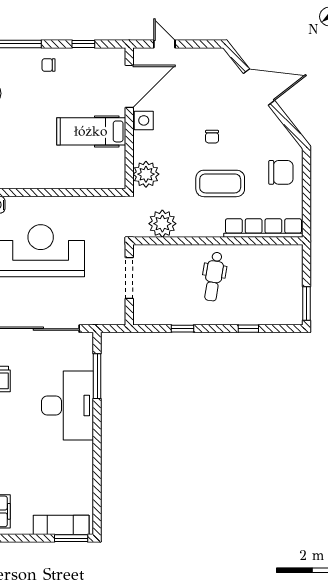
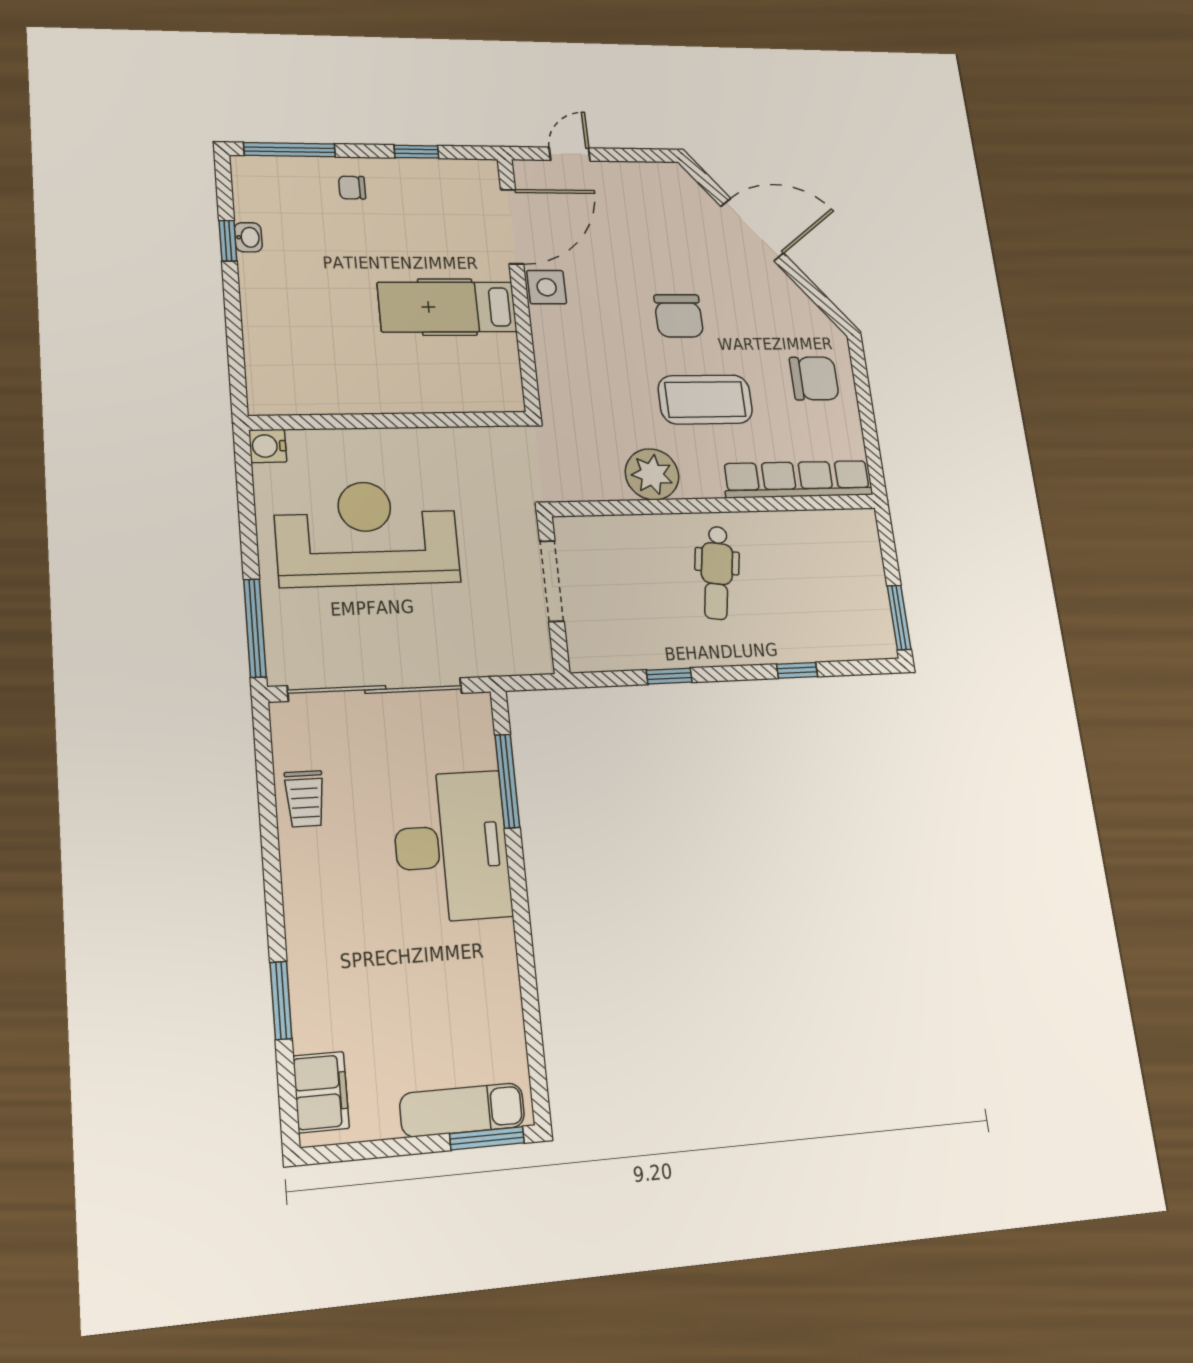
door: (164, 44) -> (570, 154), hinge flipped
chair: (212, 137) -> (679, 316), width x1.87, depth x1.87
plant: (146, 174) -> (562, 384), removed
plant: (162, 224) -> (652, 474), moved

